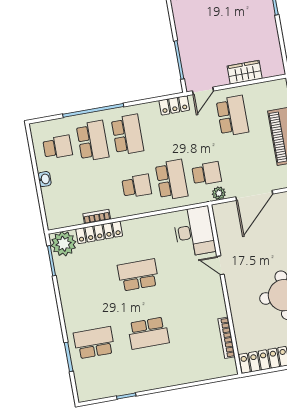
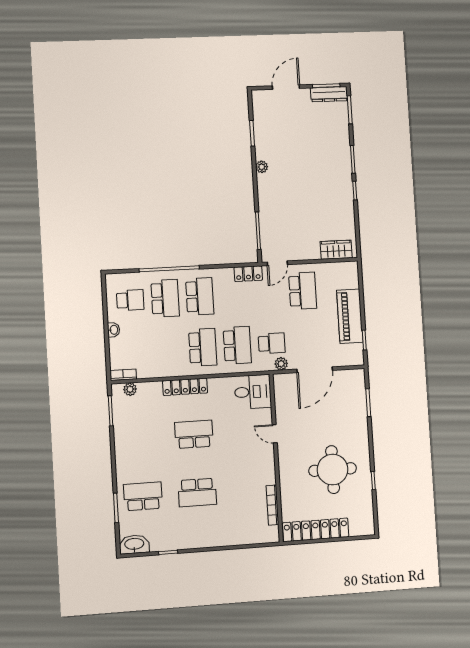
wardrobe: (245, 72) -> (336, 250), moved
school desk: (137, 186) -> (203, 347), width x1.85
bookcase: (97, 217) -> (123, 375), moved
desk: (194, 231) -> (253, 392), width x0.73
locker: (99, 232) -> (185, 387), moved
plant: (64, 244) -> (130, 389), width x0.53, depth x0.53
washbasin: (91, 391) -> (134, 544), added

